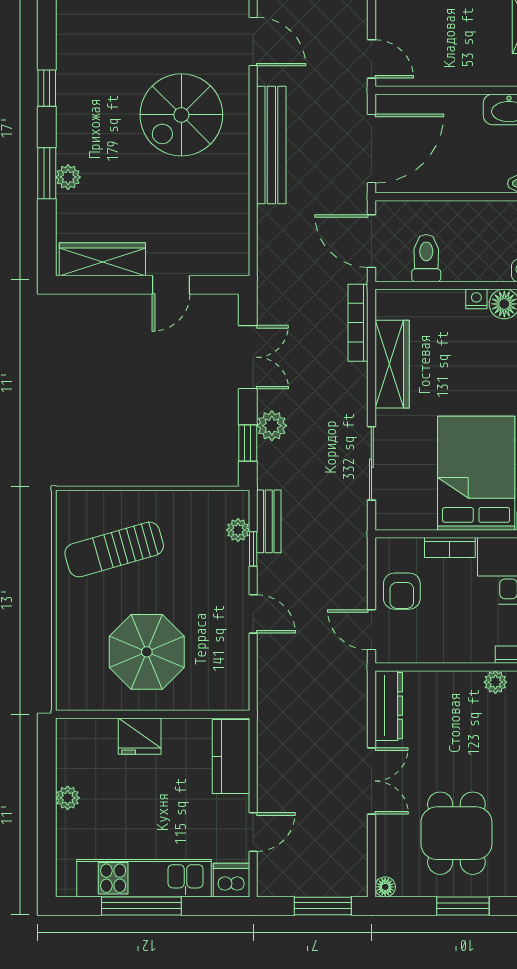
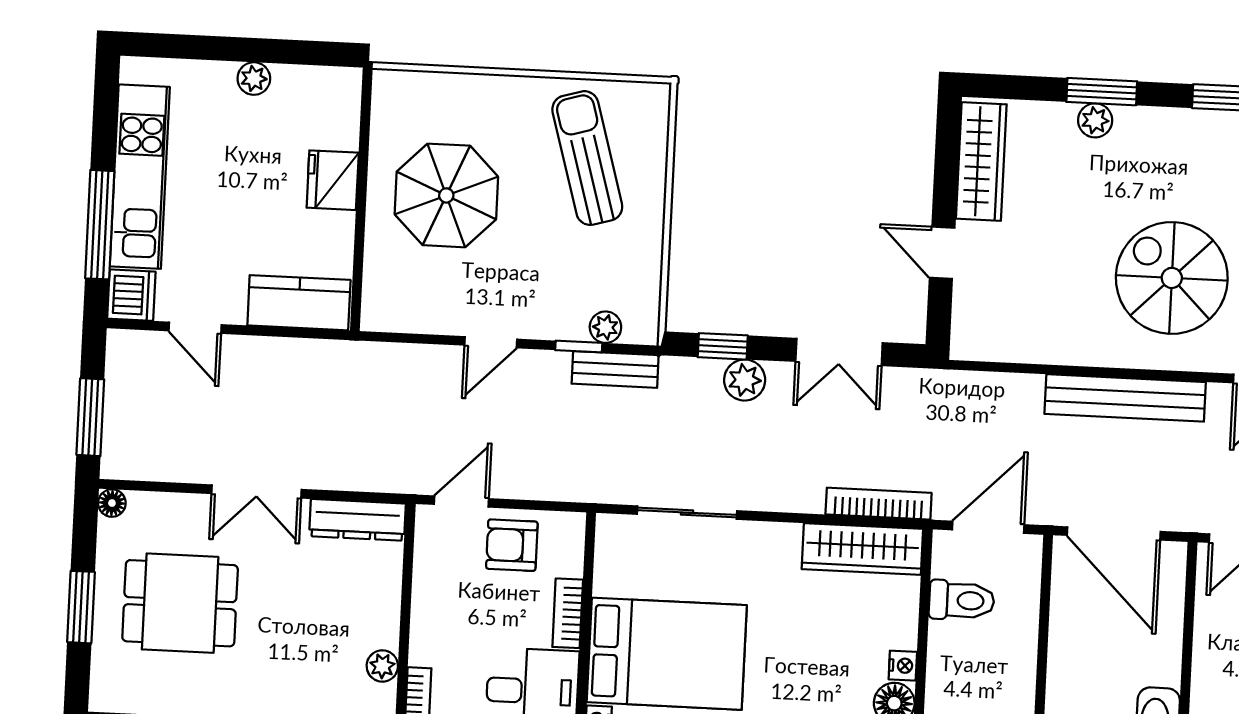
wardrobe: (392, 364) -> (862, 549), moved
window: (141, 906) -> (100, 225), moved

